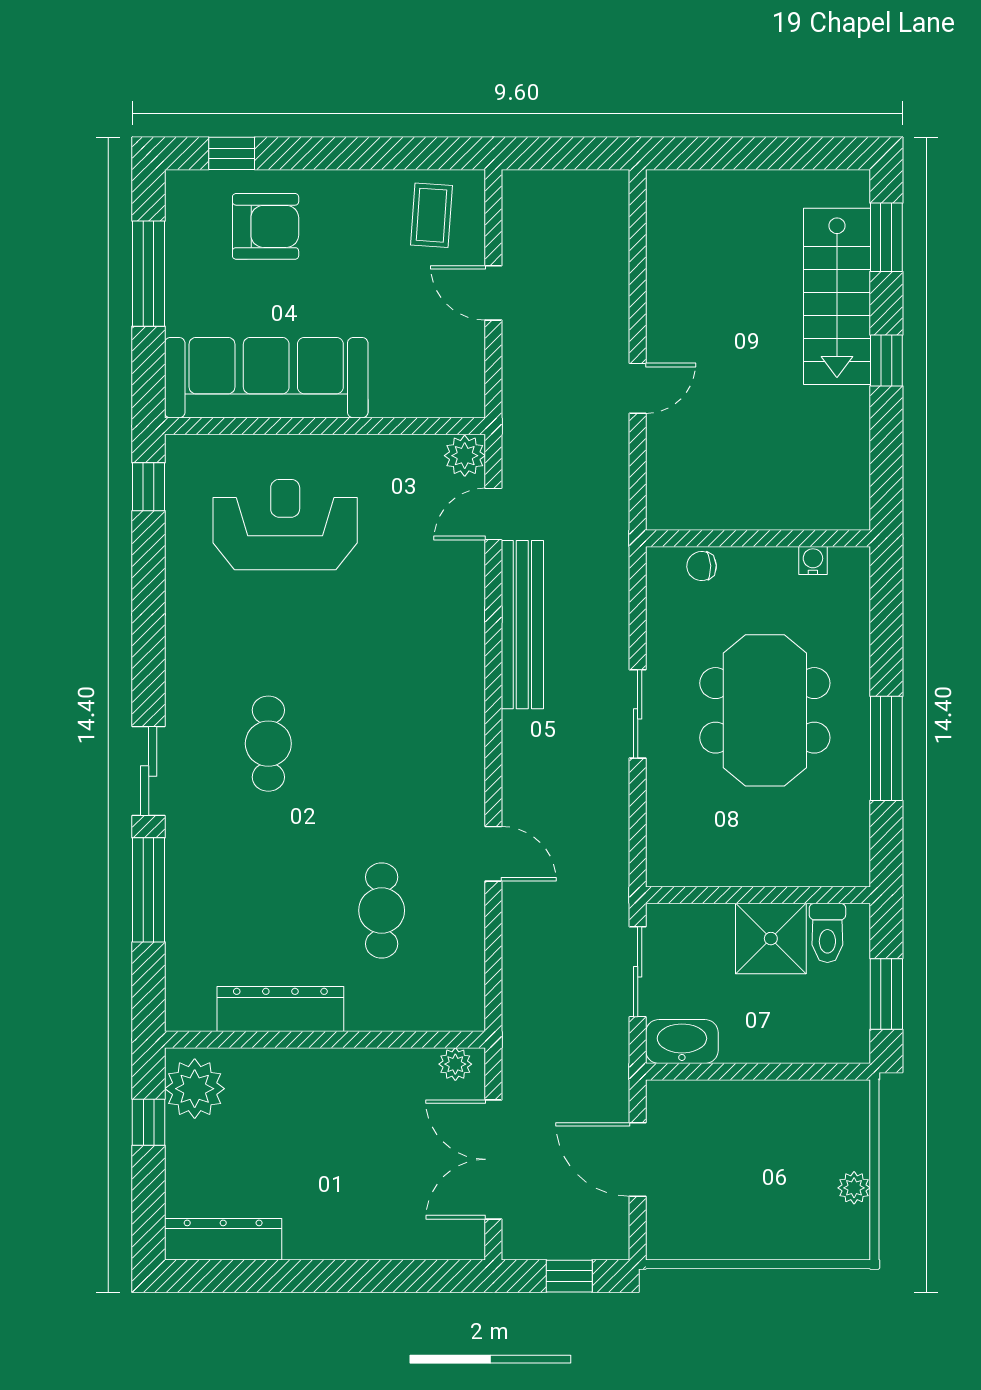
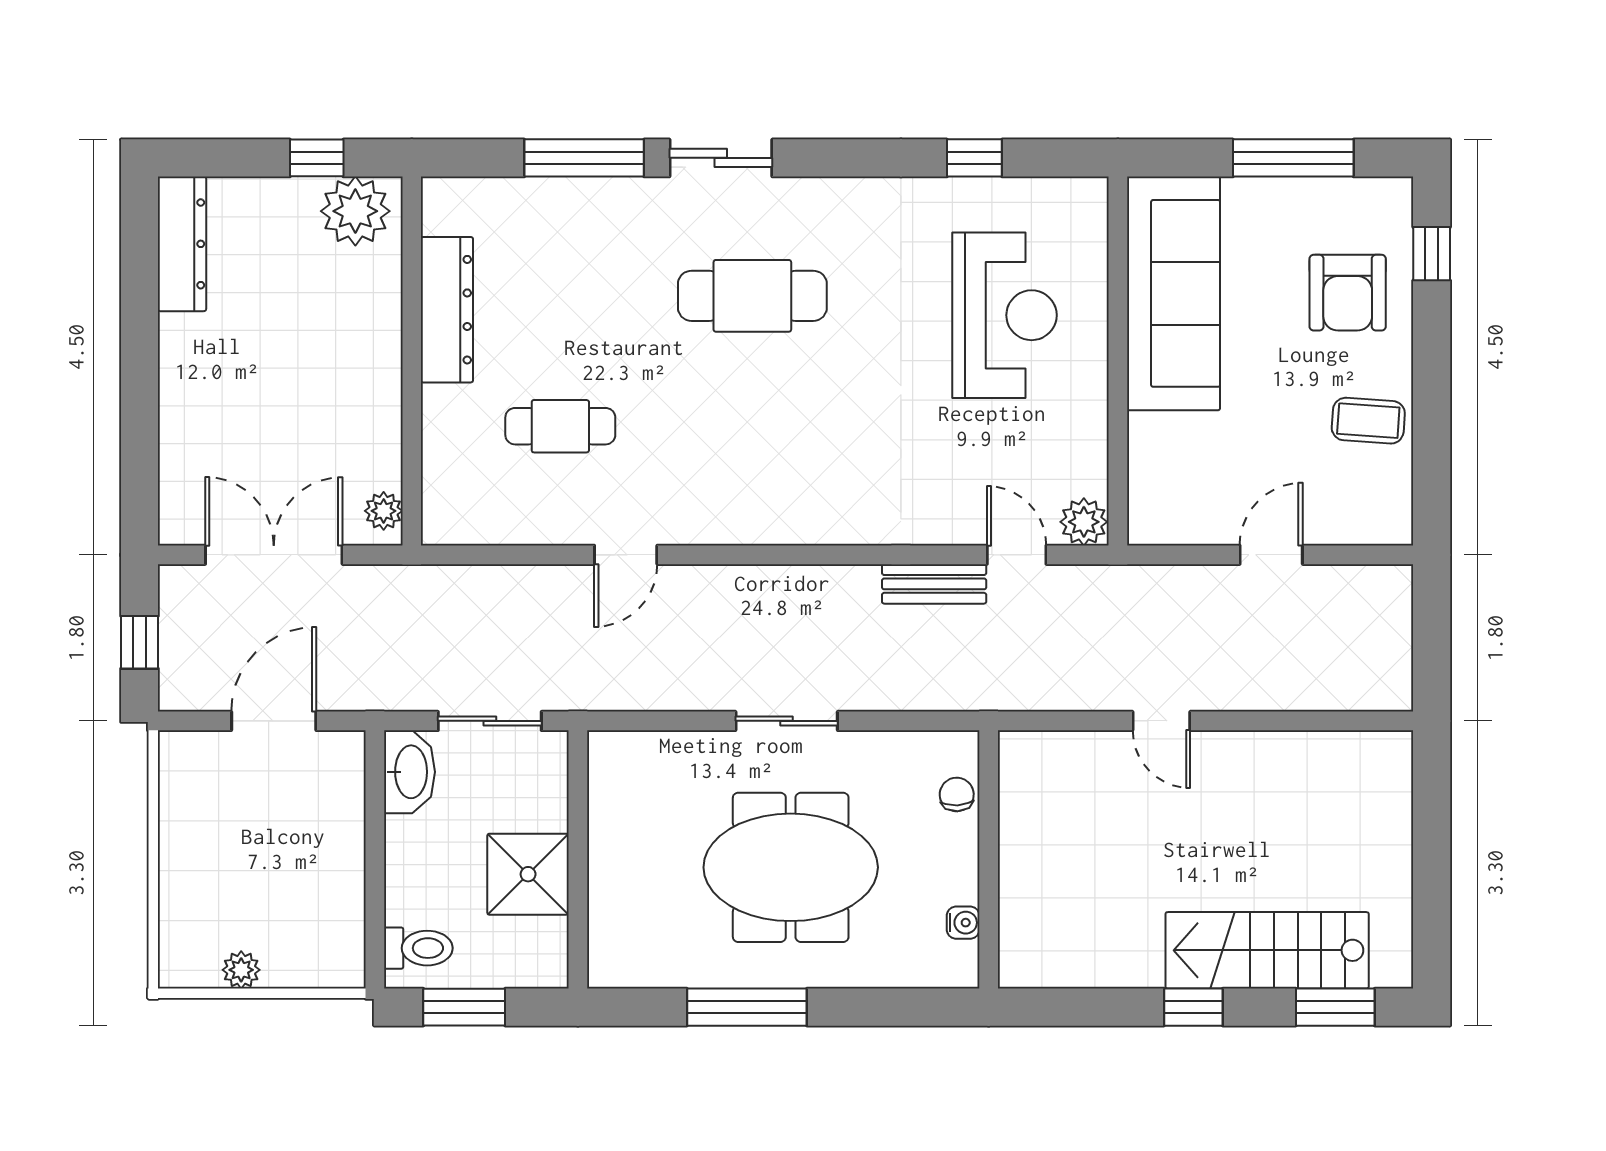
coffee table: (431, 215) -> (1368, 421), moved
window: (149, 487) -> (974, 158), moved
bench: (522, 625) -> (934, 584), width x0.54, depth x0.82
cafe table: (268, 744) -> (752, 296), width x1.37, depth x1.35
toilet: (827, 933) -> (418, 948), moved, turned 180

